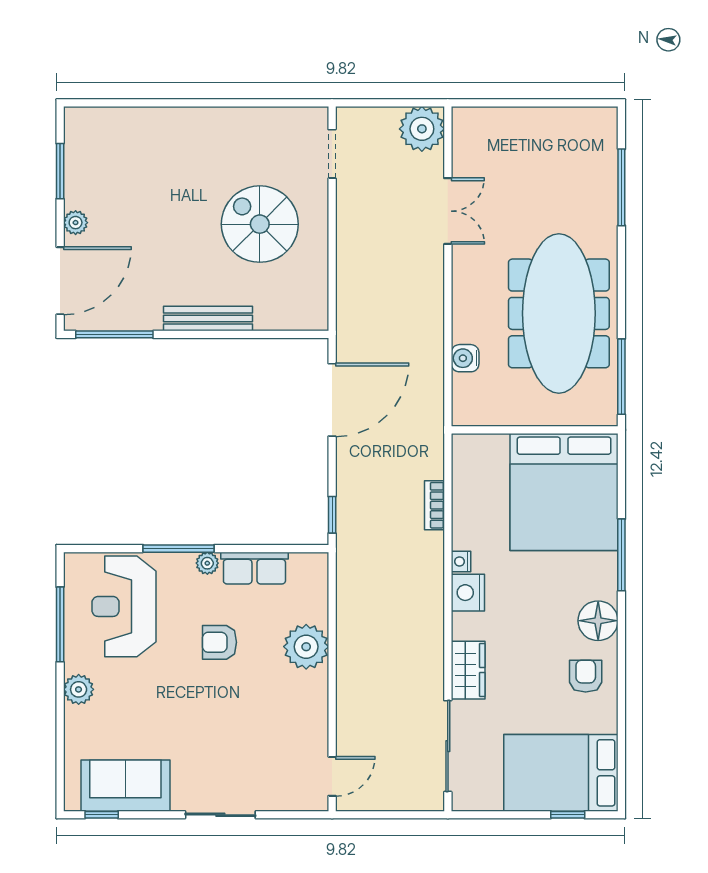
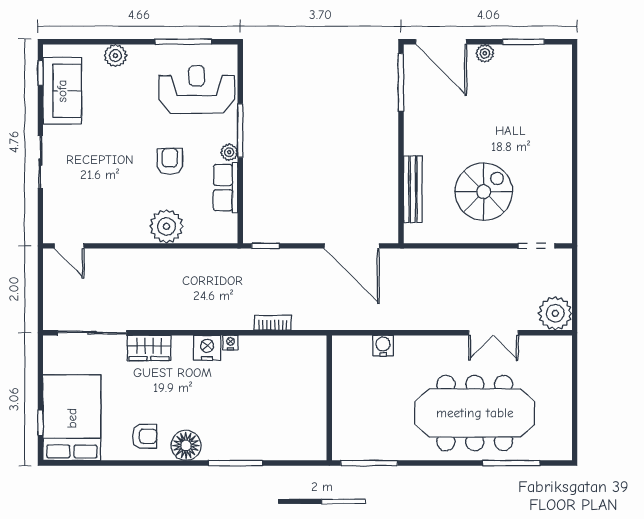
meeting table: (559, 313) -> (475, 413), moved
bench: (208, 318) -> (413, 189), moved
bed: (564, 492) -> (283, 420), removed
plant: (79, 689) -> (115, 56), moved

